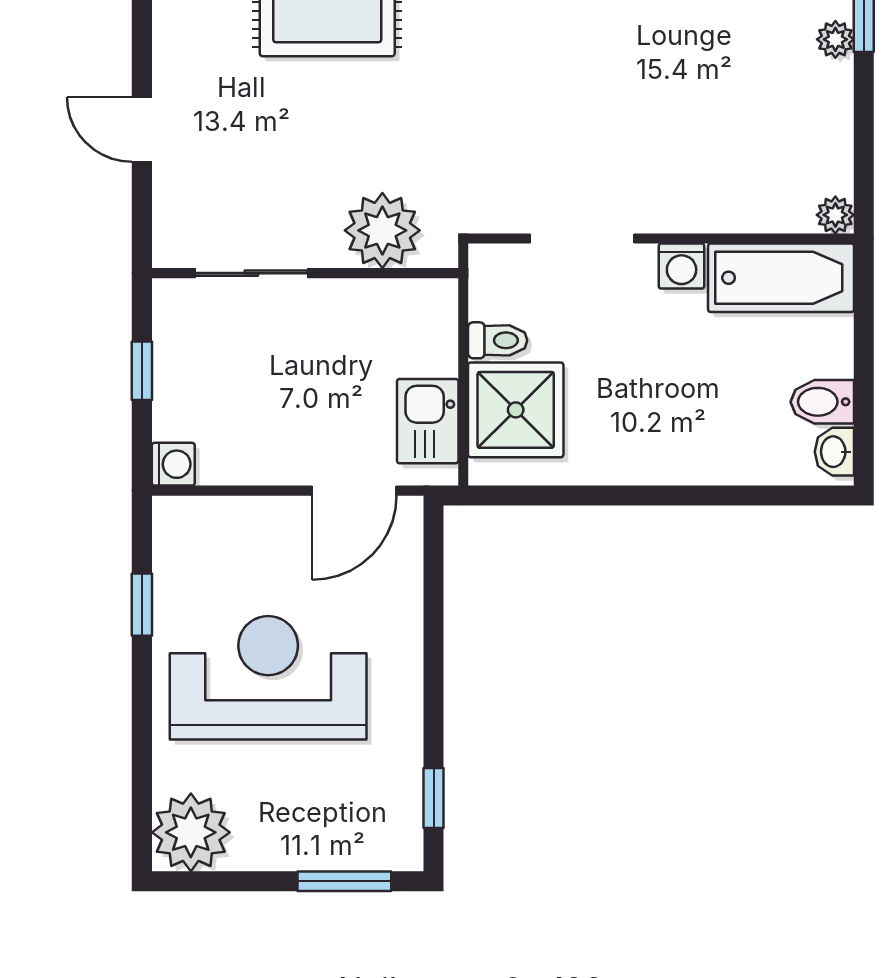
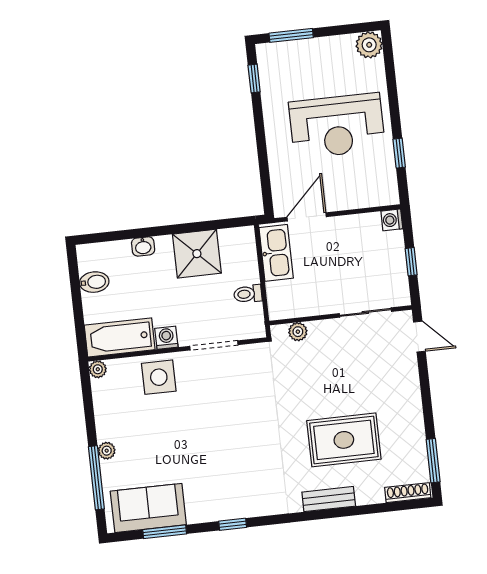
door: (142, 130) -> (419, 337), moved
side table: (707, 184) -> (159, 377), added
plant: (382, 230) -> (298, 332), width x0.53, depth x0.53
shower: (516, 410) -> (197, 254), moved
kitchen sink: (428, 421) -> (276, 253), width x1.38
washbasin: (834, 452) -> (143, 246), moved, turned 90
plant: (191, 832) -> (369, 45), width x0.73, depth x0.73

